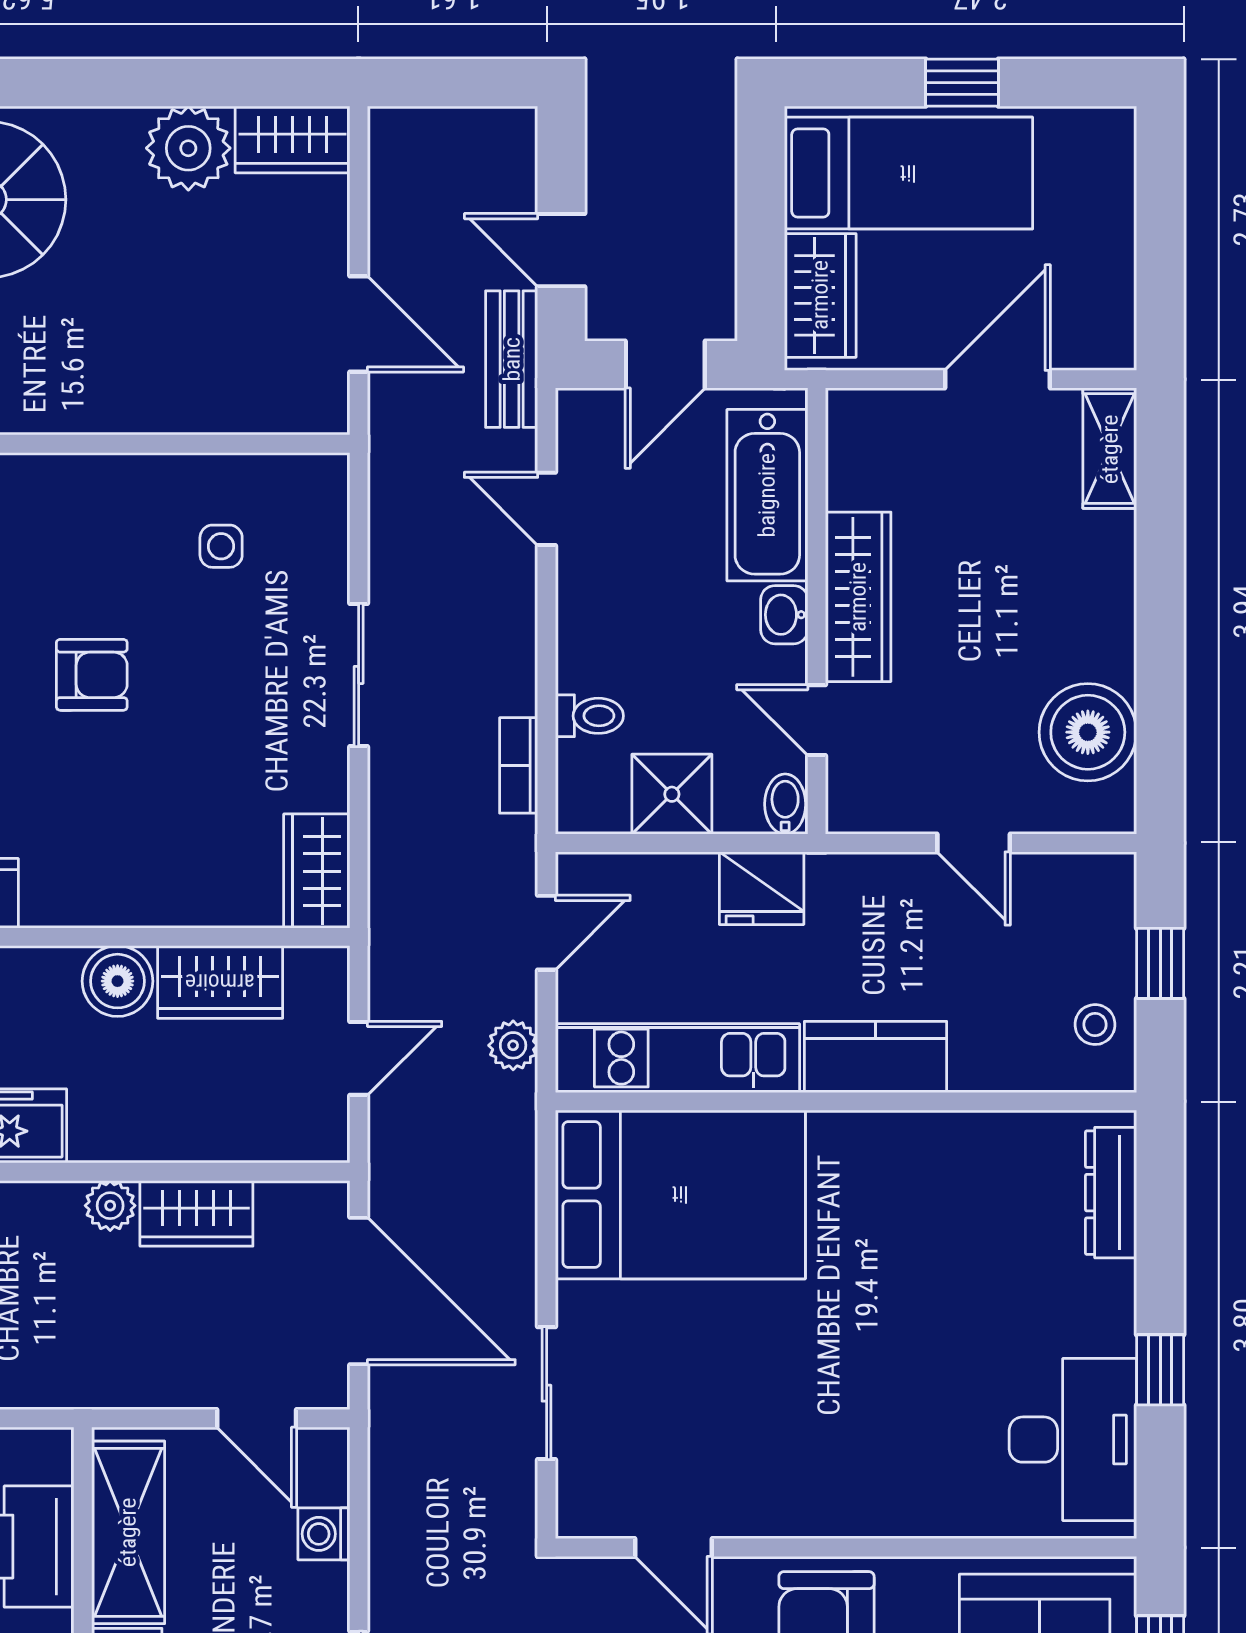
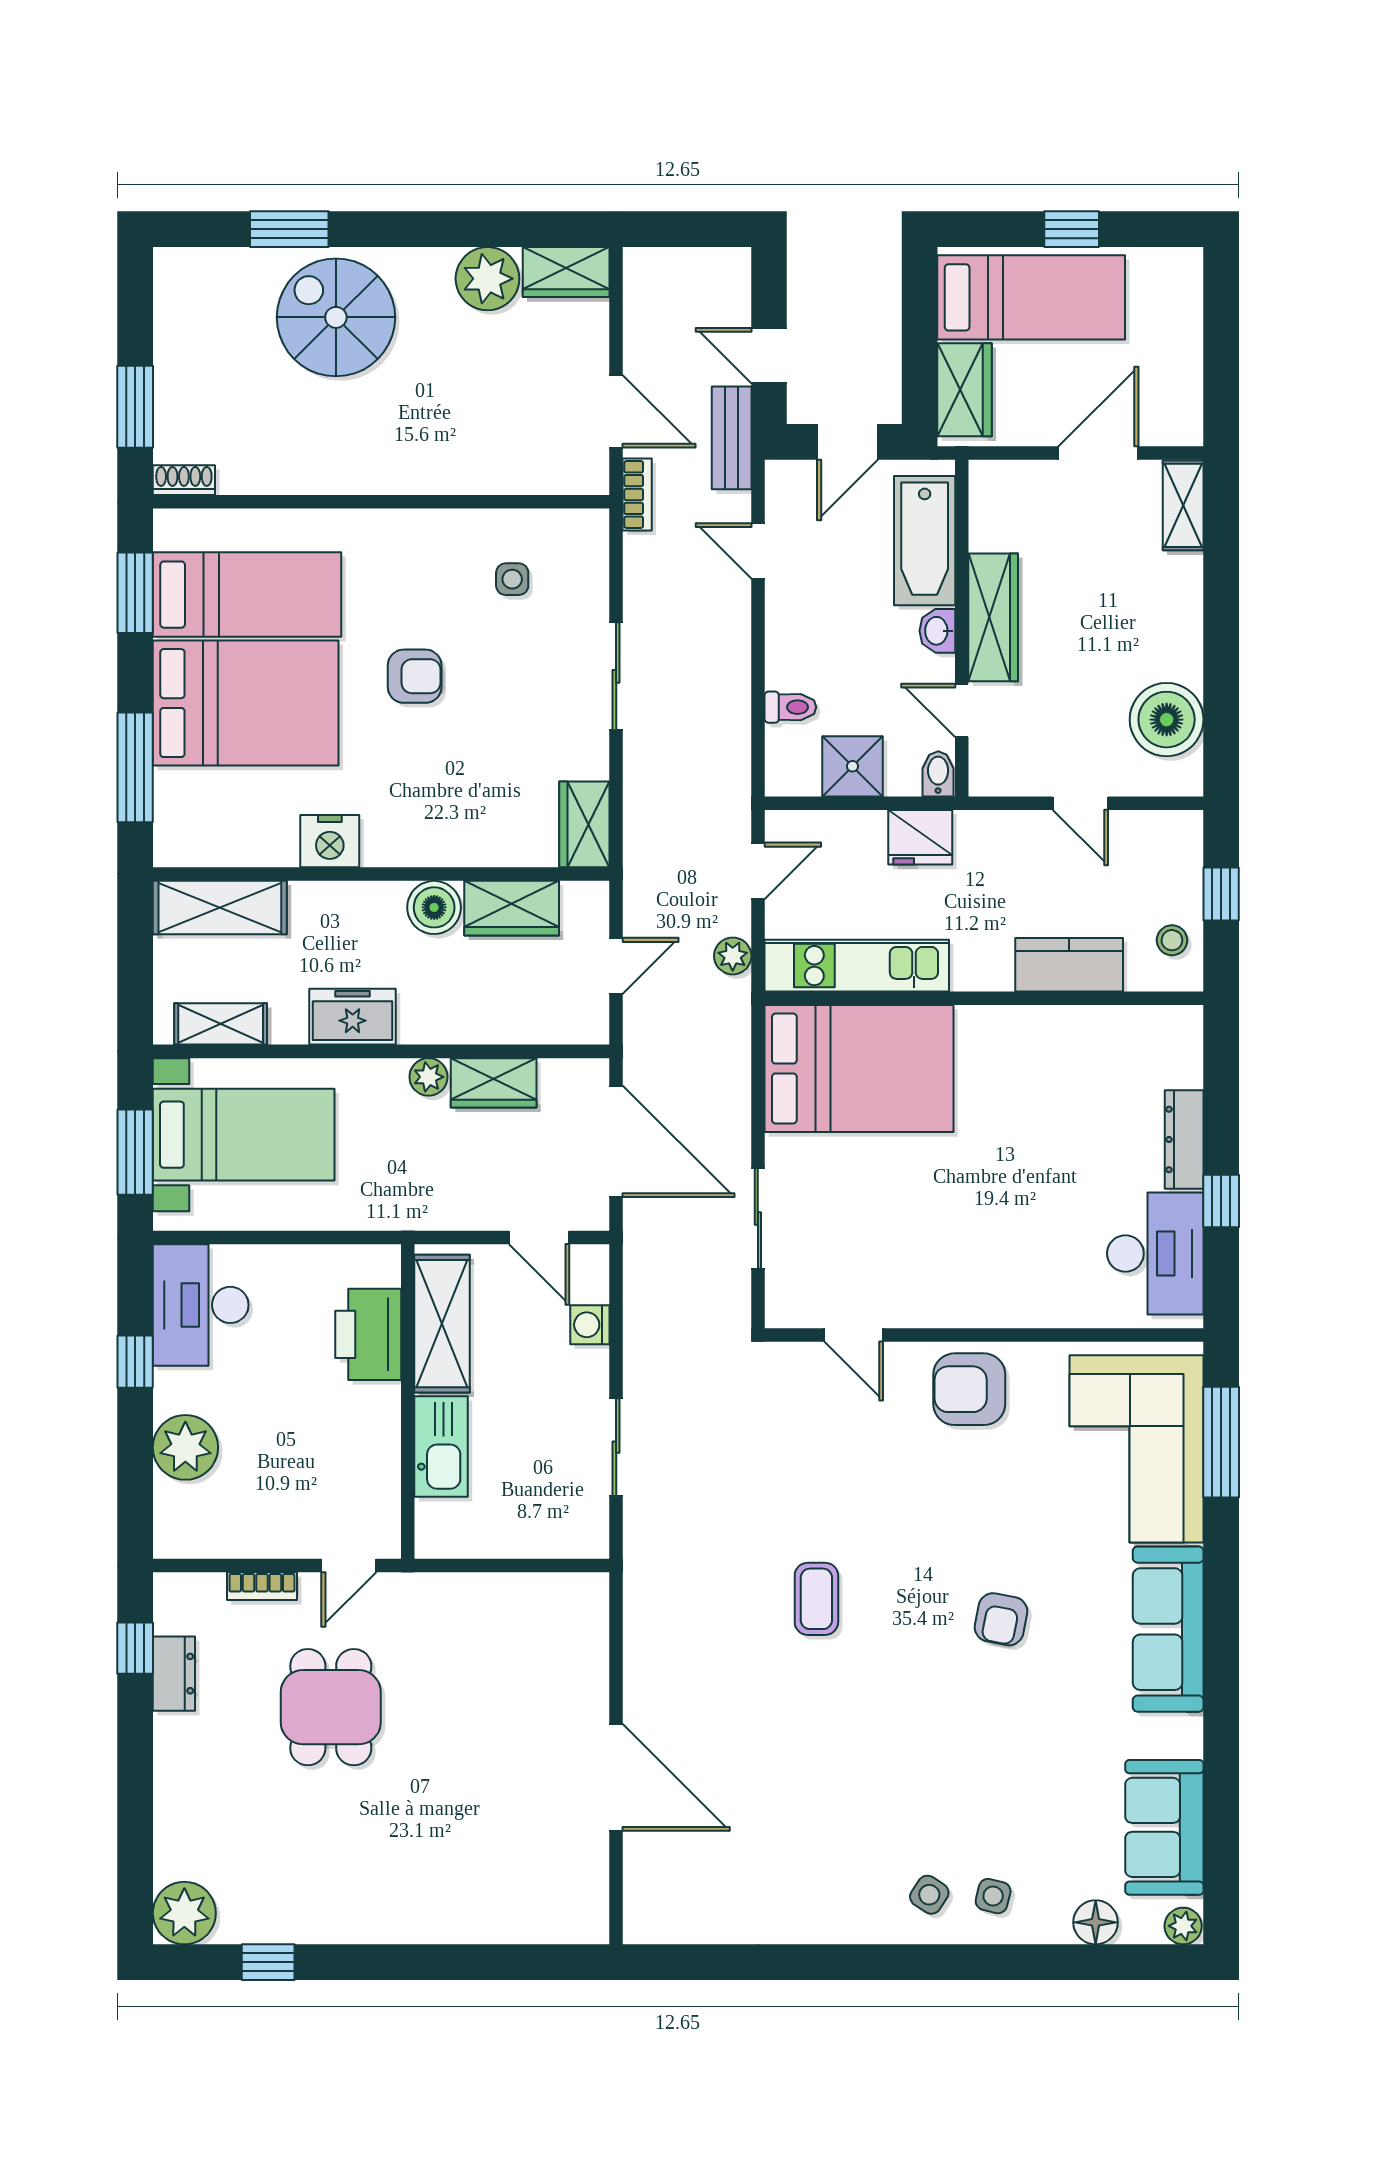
bookcase: (519, 765) -> (637, 495), moved, turned 180
kitchen counter: (875, 1057) -> (1069, 965), moved
dresser: (1111, 1193) -> (1184, 1140), moved

